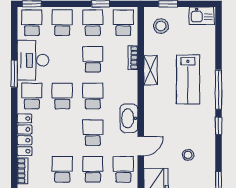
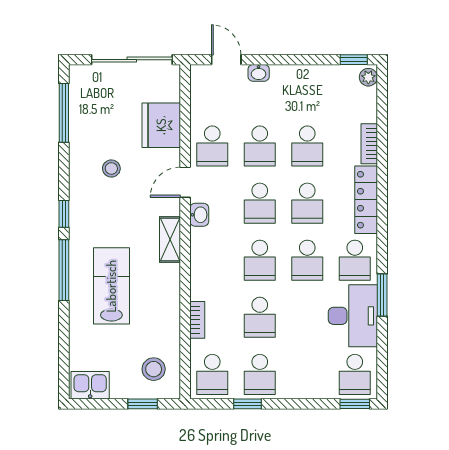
school desk: (62, 23) -> (307, 203), moved
shelving: (150, 70) -> (170, 239), moved
washbasin: (129, 118) -> (199, 215), width x0.52, depth x0.69

